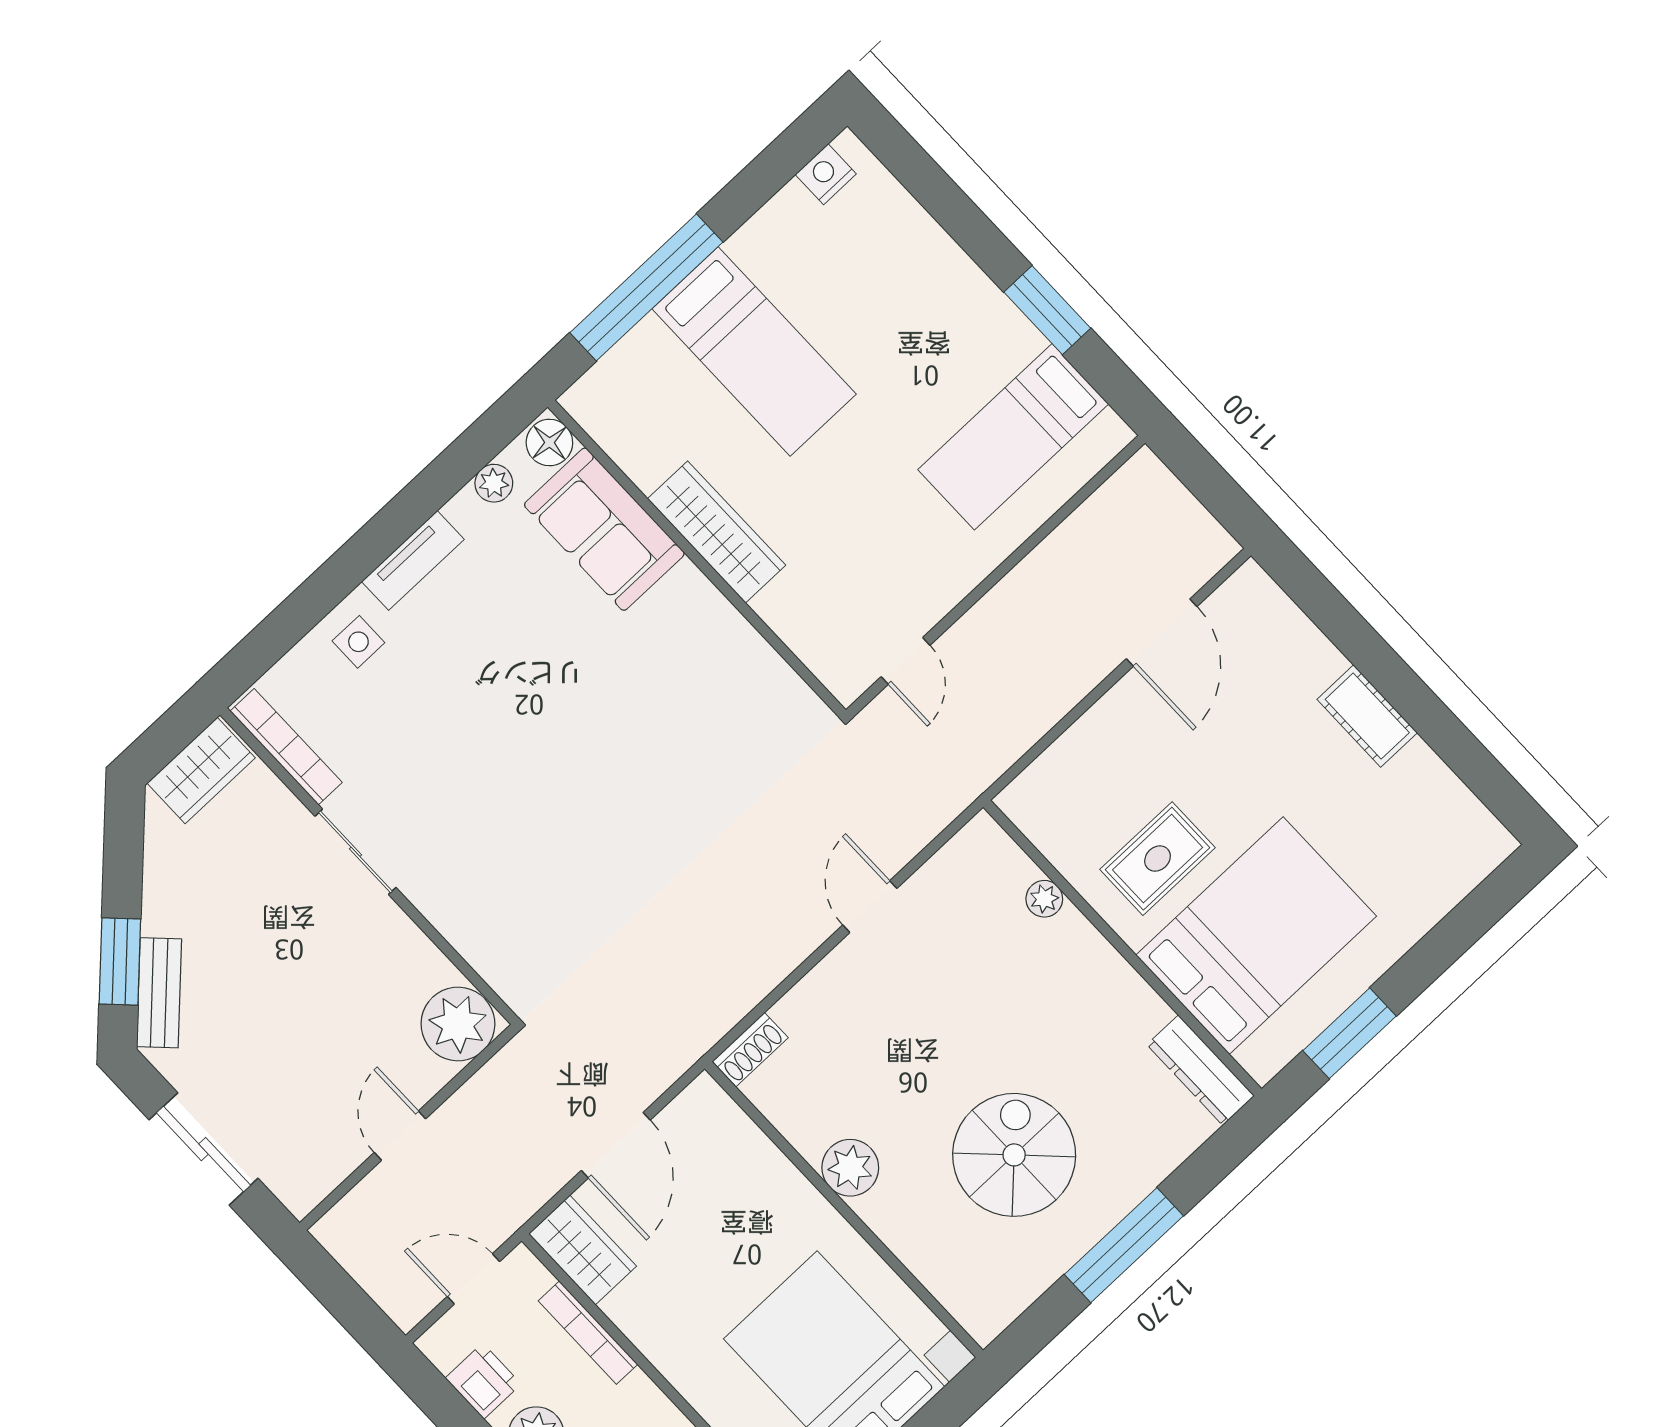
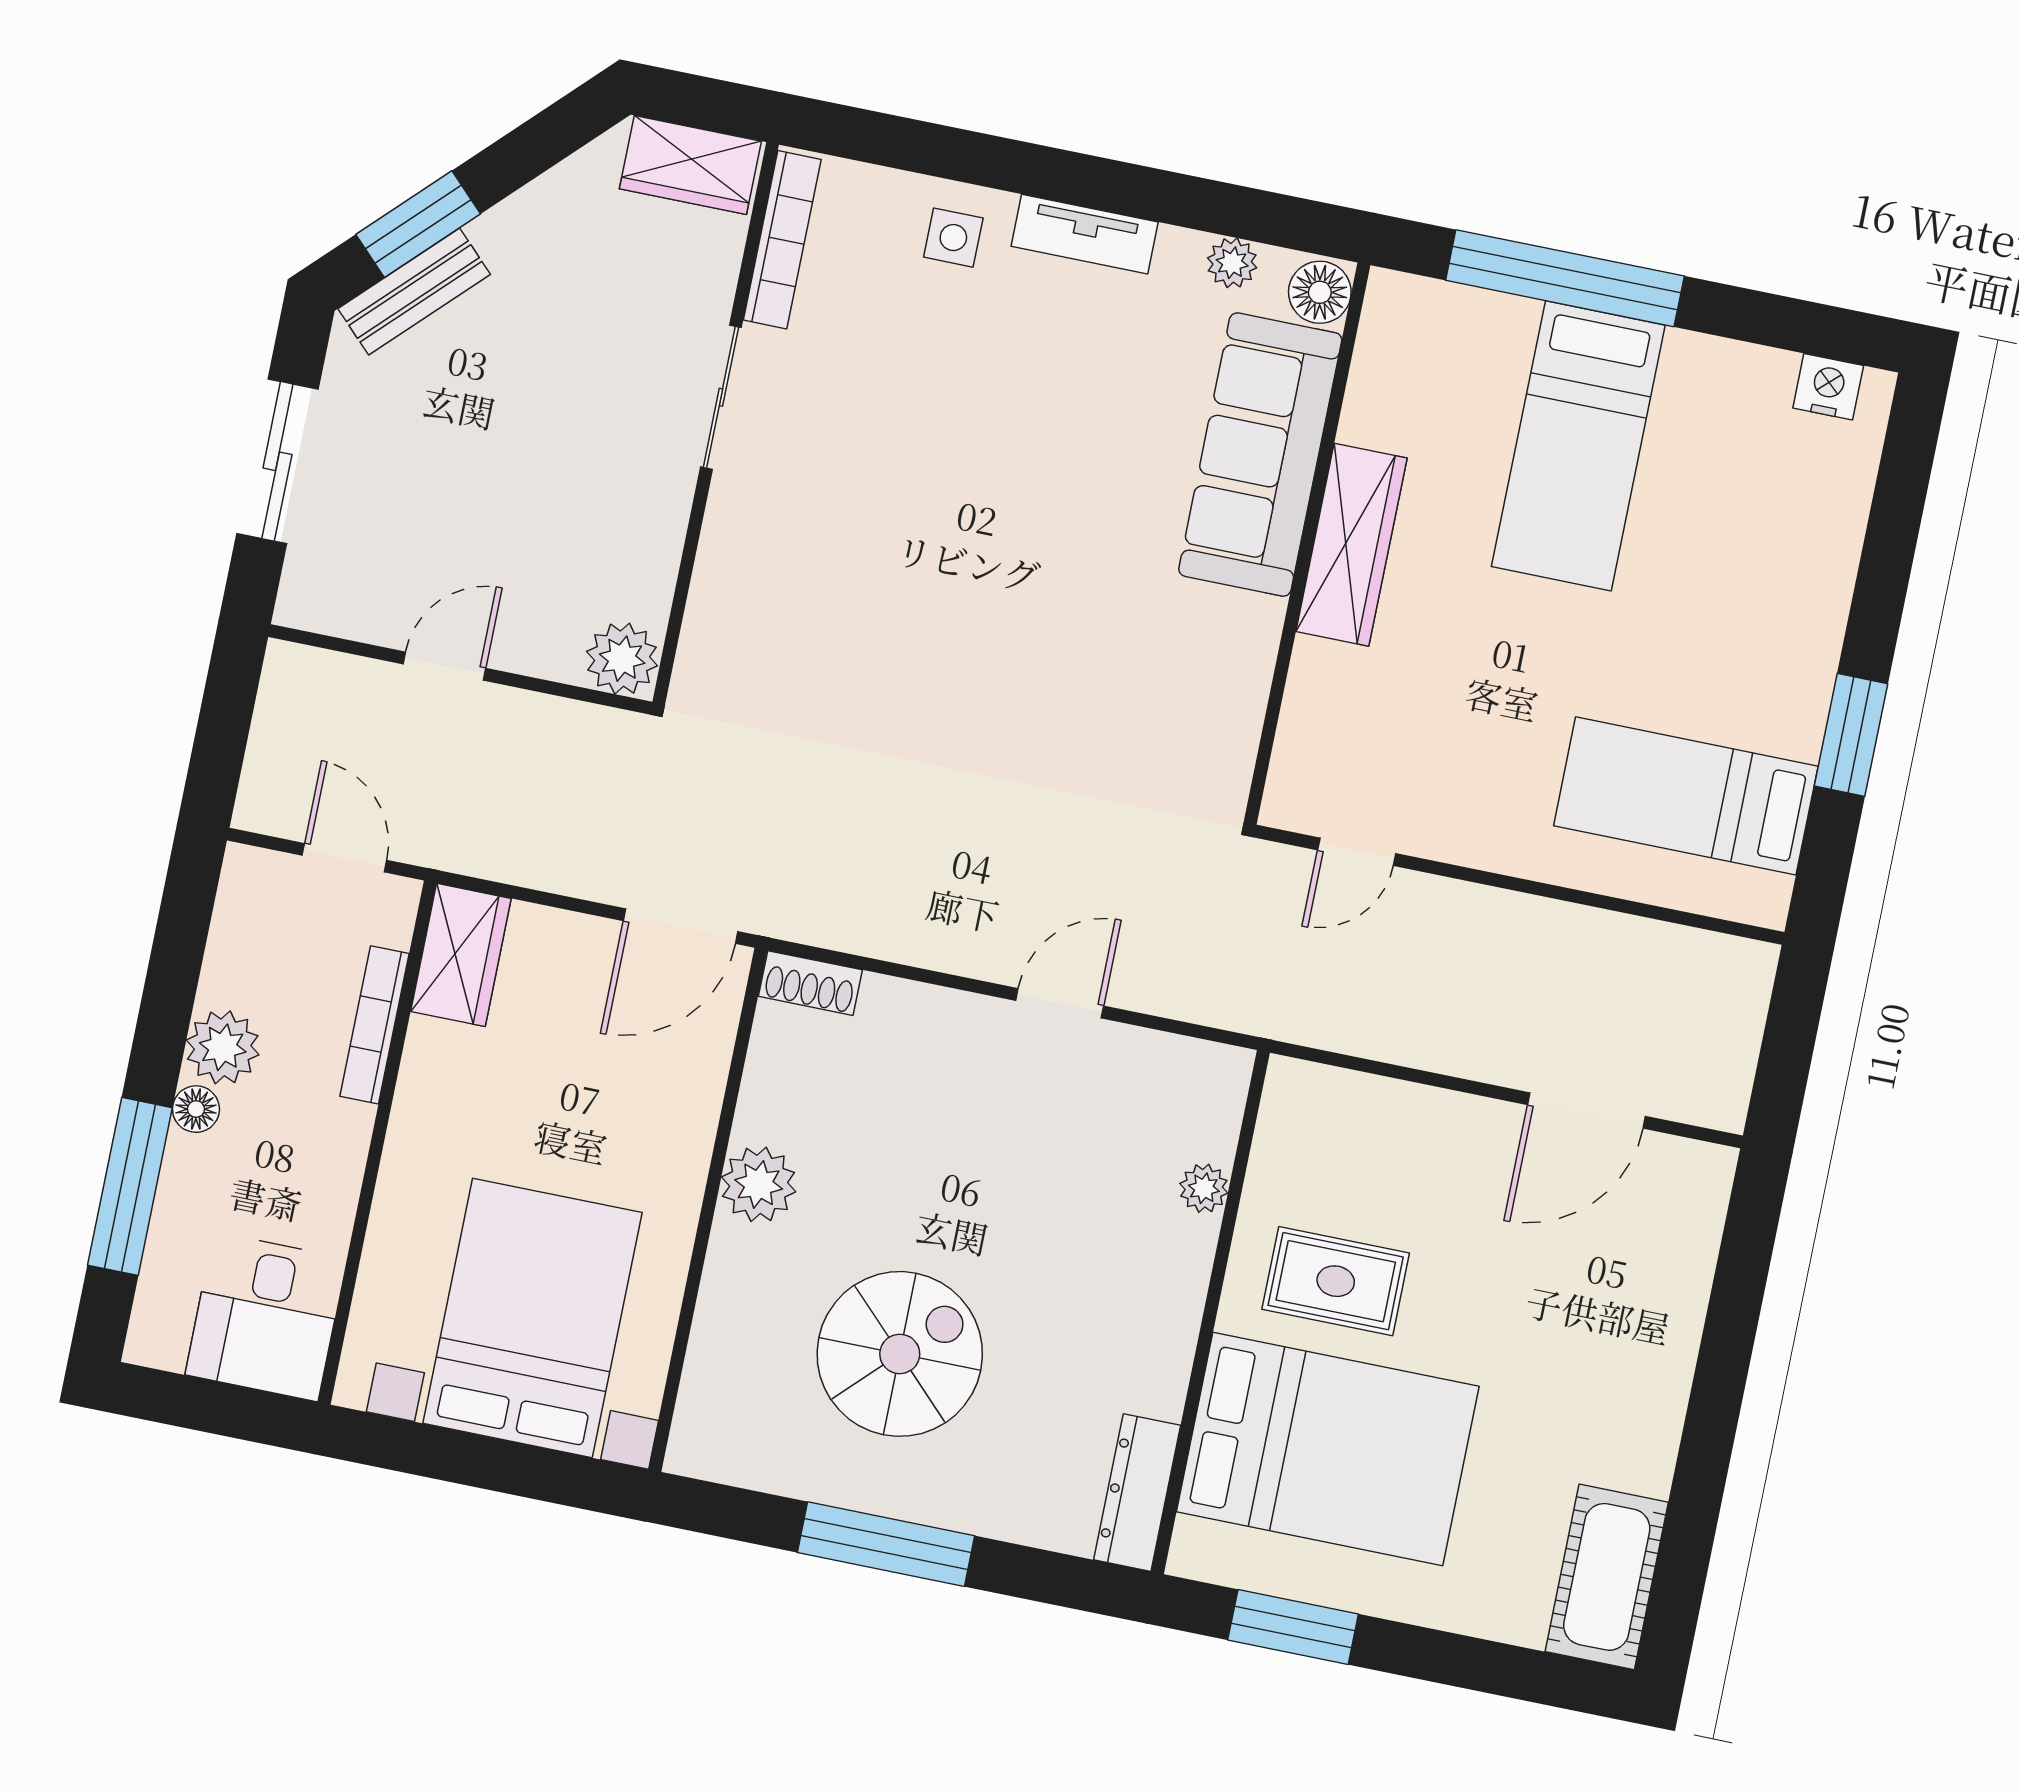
sofa: (604, 529) -> (1260, 455), width x1.36
cot: (1367, 716) -> (1607, 1577), moved, width x1.37, depth x1.34
plant: (458, 1024) -> (622, 659), width x0.73, depth x0.73
door: (616, 1145) -> (680, 926), moved
printer: (483, 1381) -> (240, 948), removed

